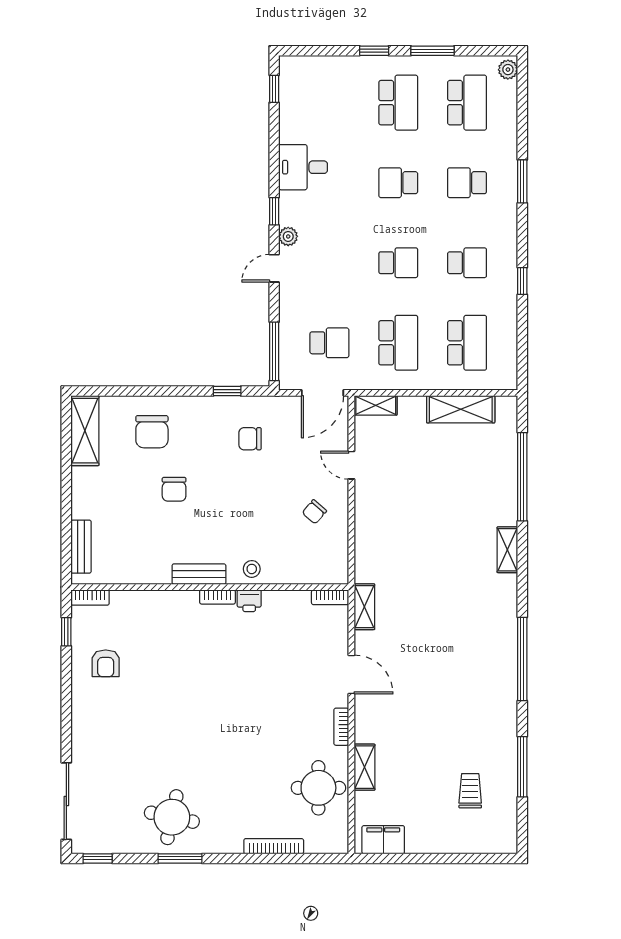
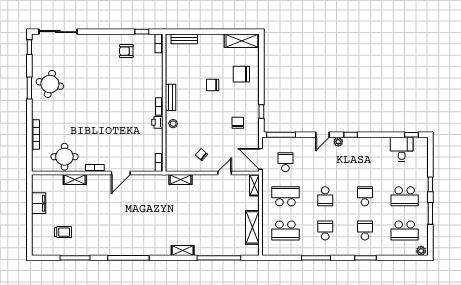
desk: (303, 167) -> (402, 149), moved
school desk: (467, 263) -> (325, 231), turned 180
door: (274, 268) -> (322, 135), swing flipped
window: (522, 281) -> (316, 258), width x2.17
school desk: (329, 343) -> (285, 162), turned 180
school desk: (398, 343) -> (285, 196), turned 180
shelving: (364, 607) -> (180, 180), moved
filing cabinet: (383, 840) -> (39, 203), moved

